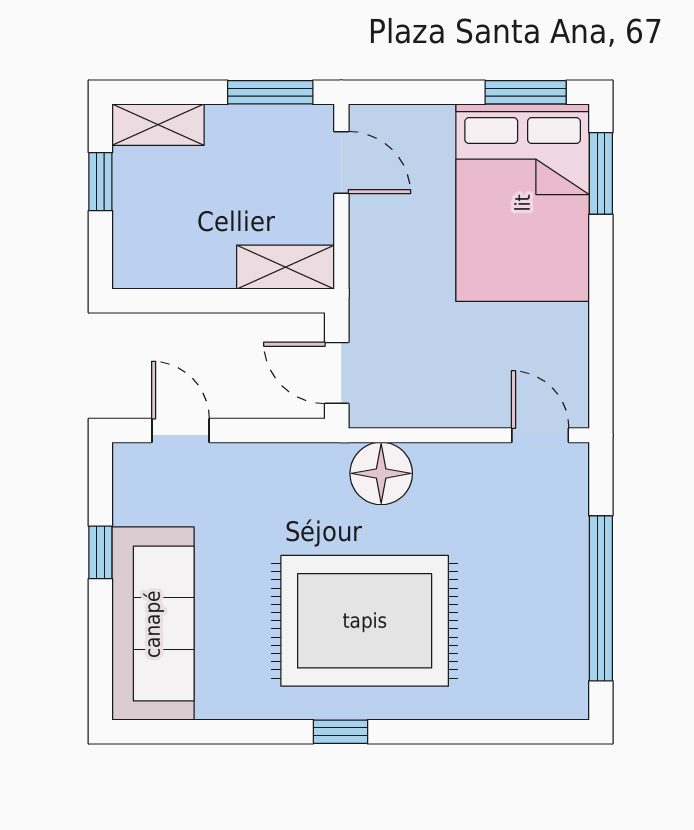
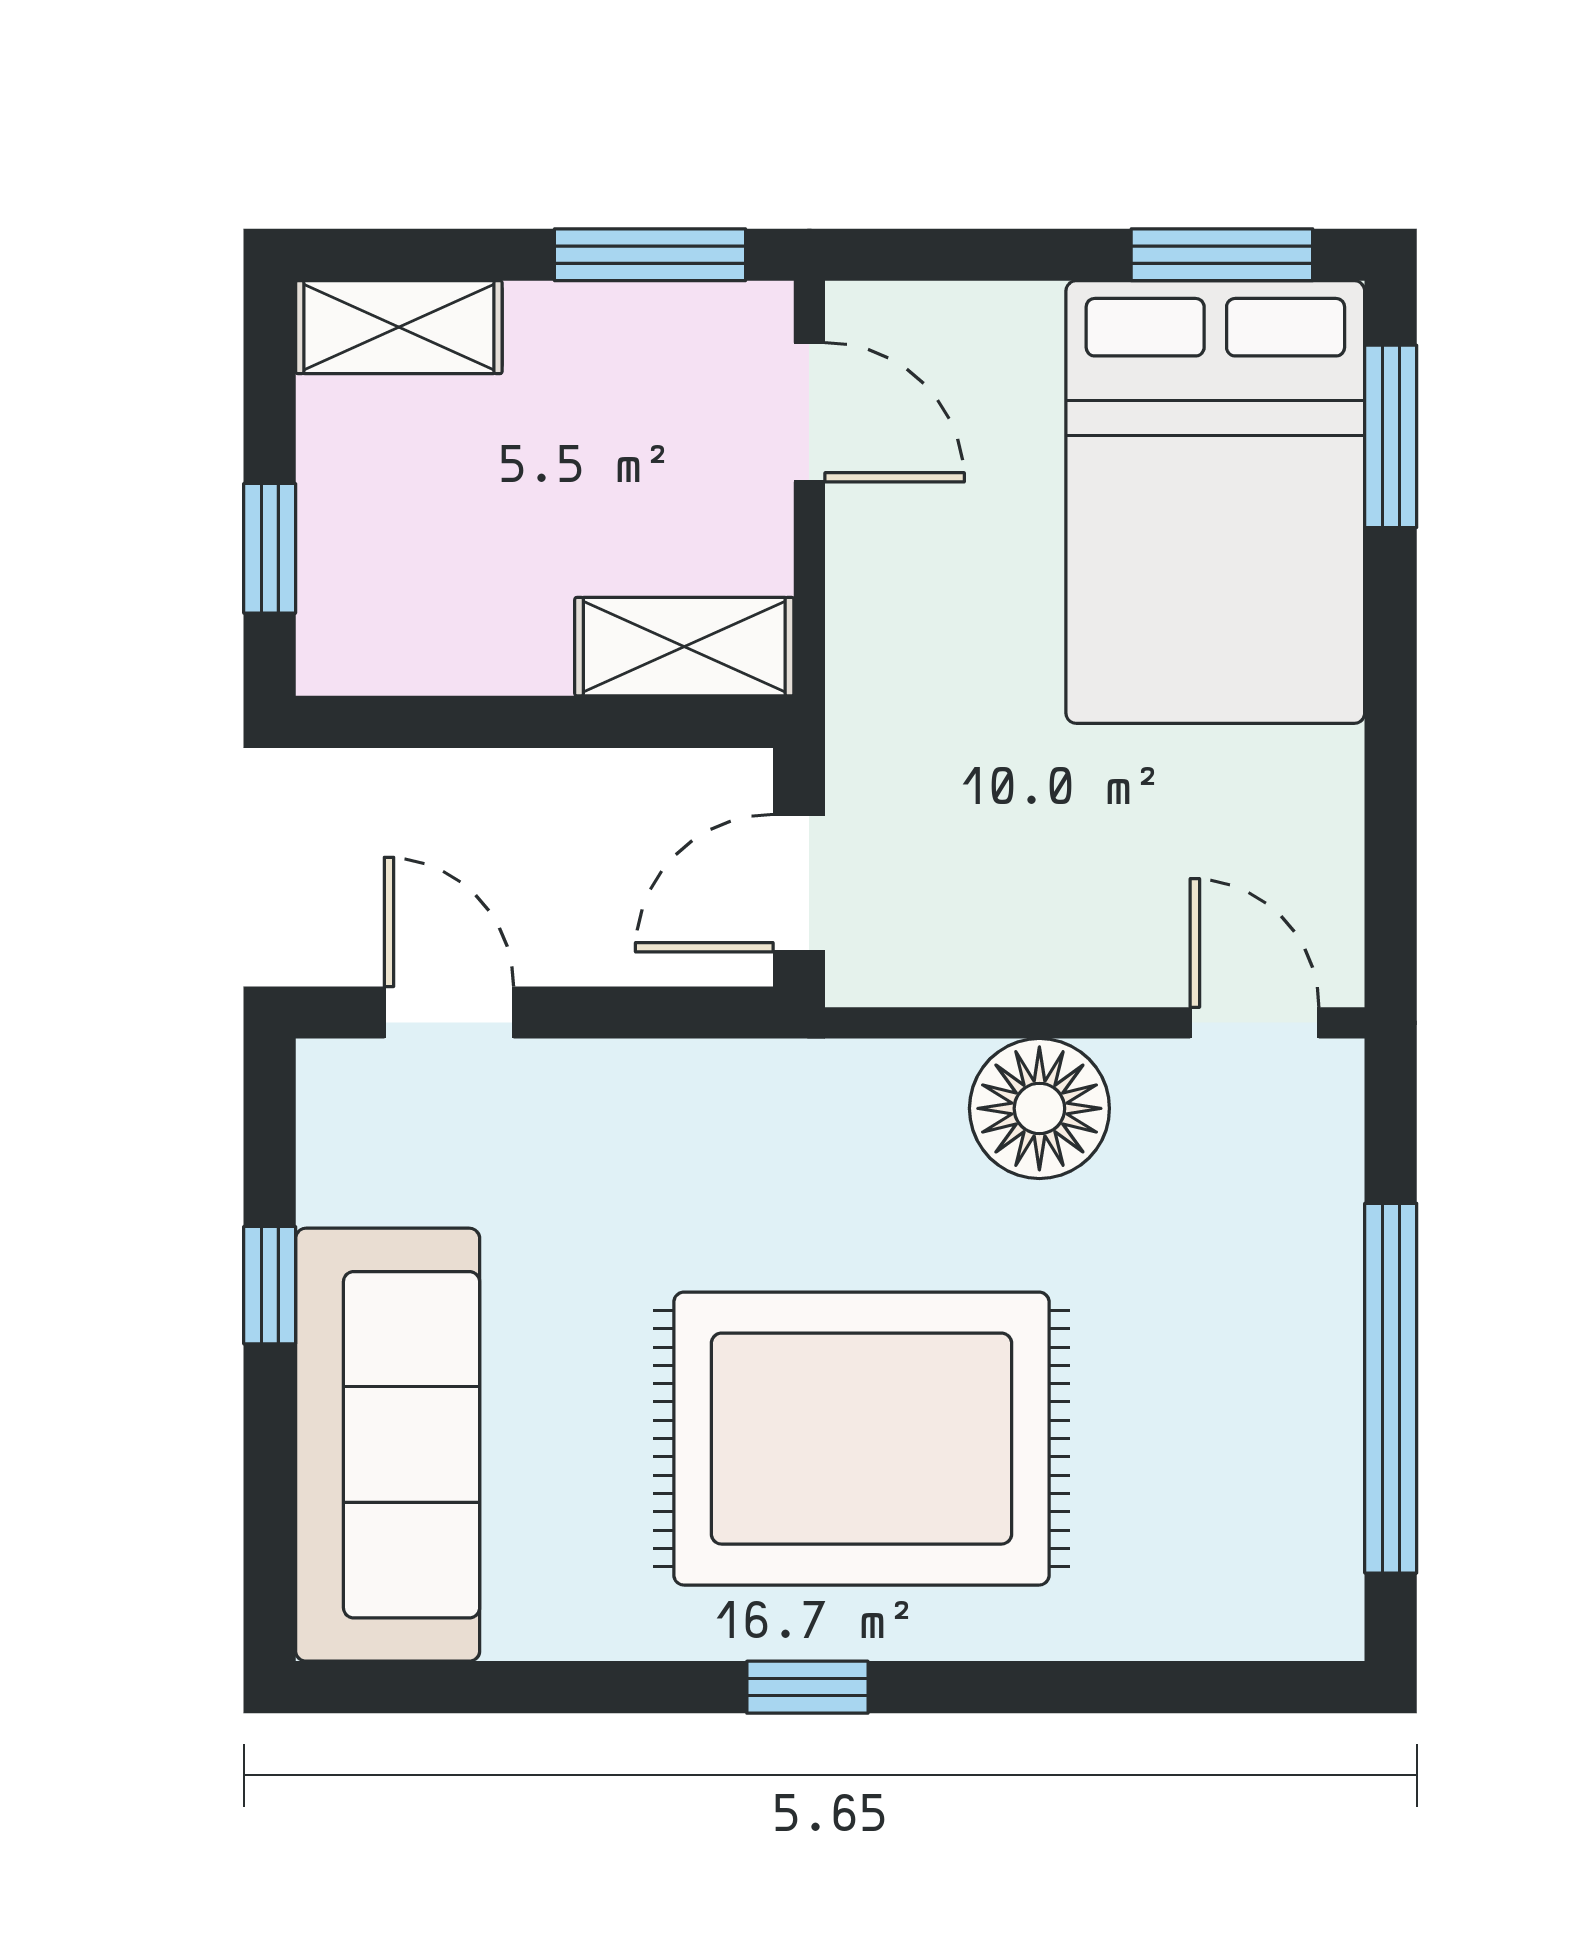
window: (100, 182) -> (270, 548), moved
door: (337, 373) -> (799, 883), hinge flipped
floor lamp: (381, 473) -> (1039, 1108), moved

